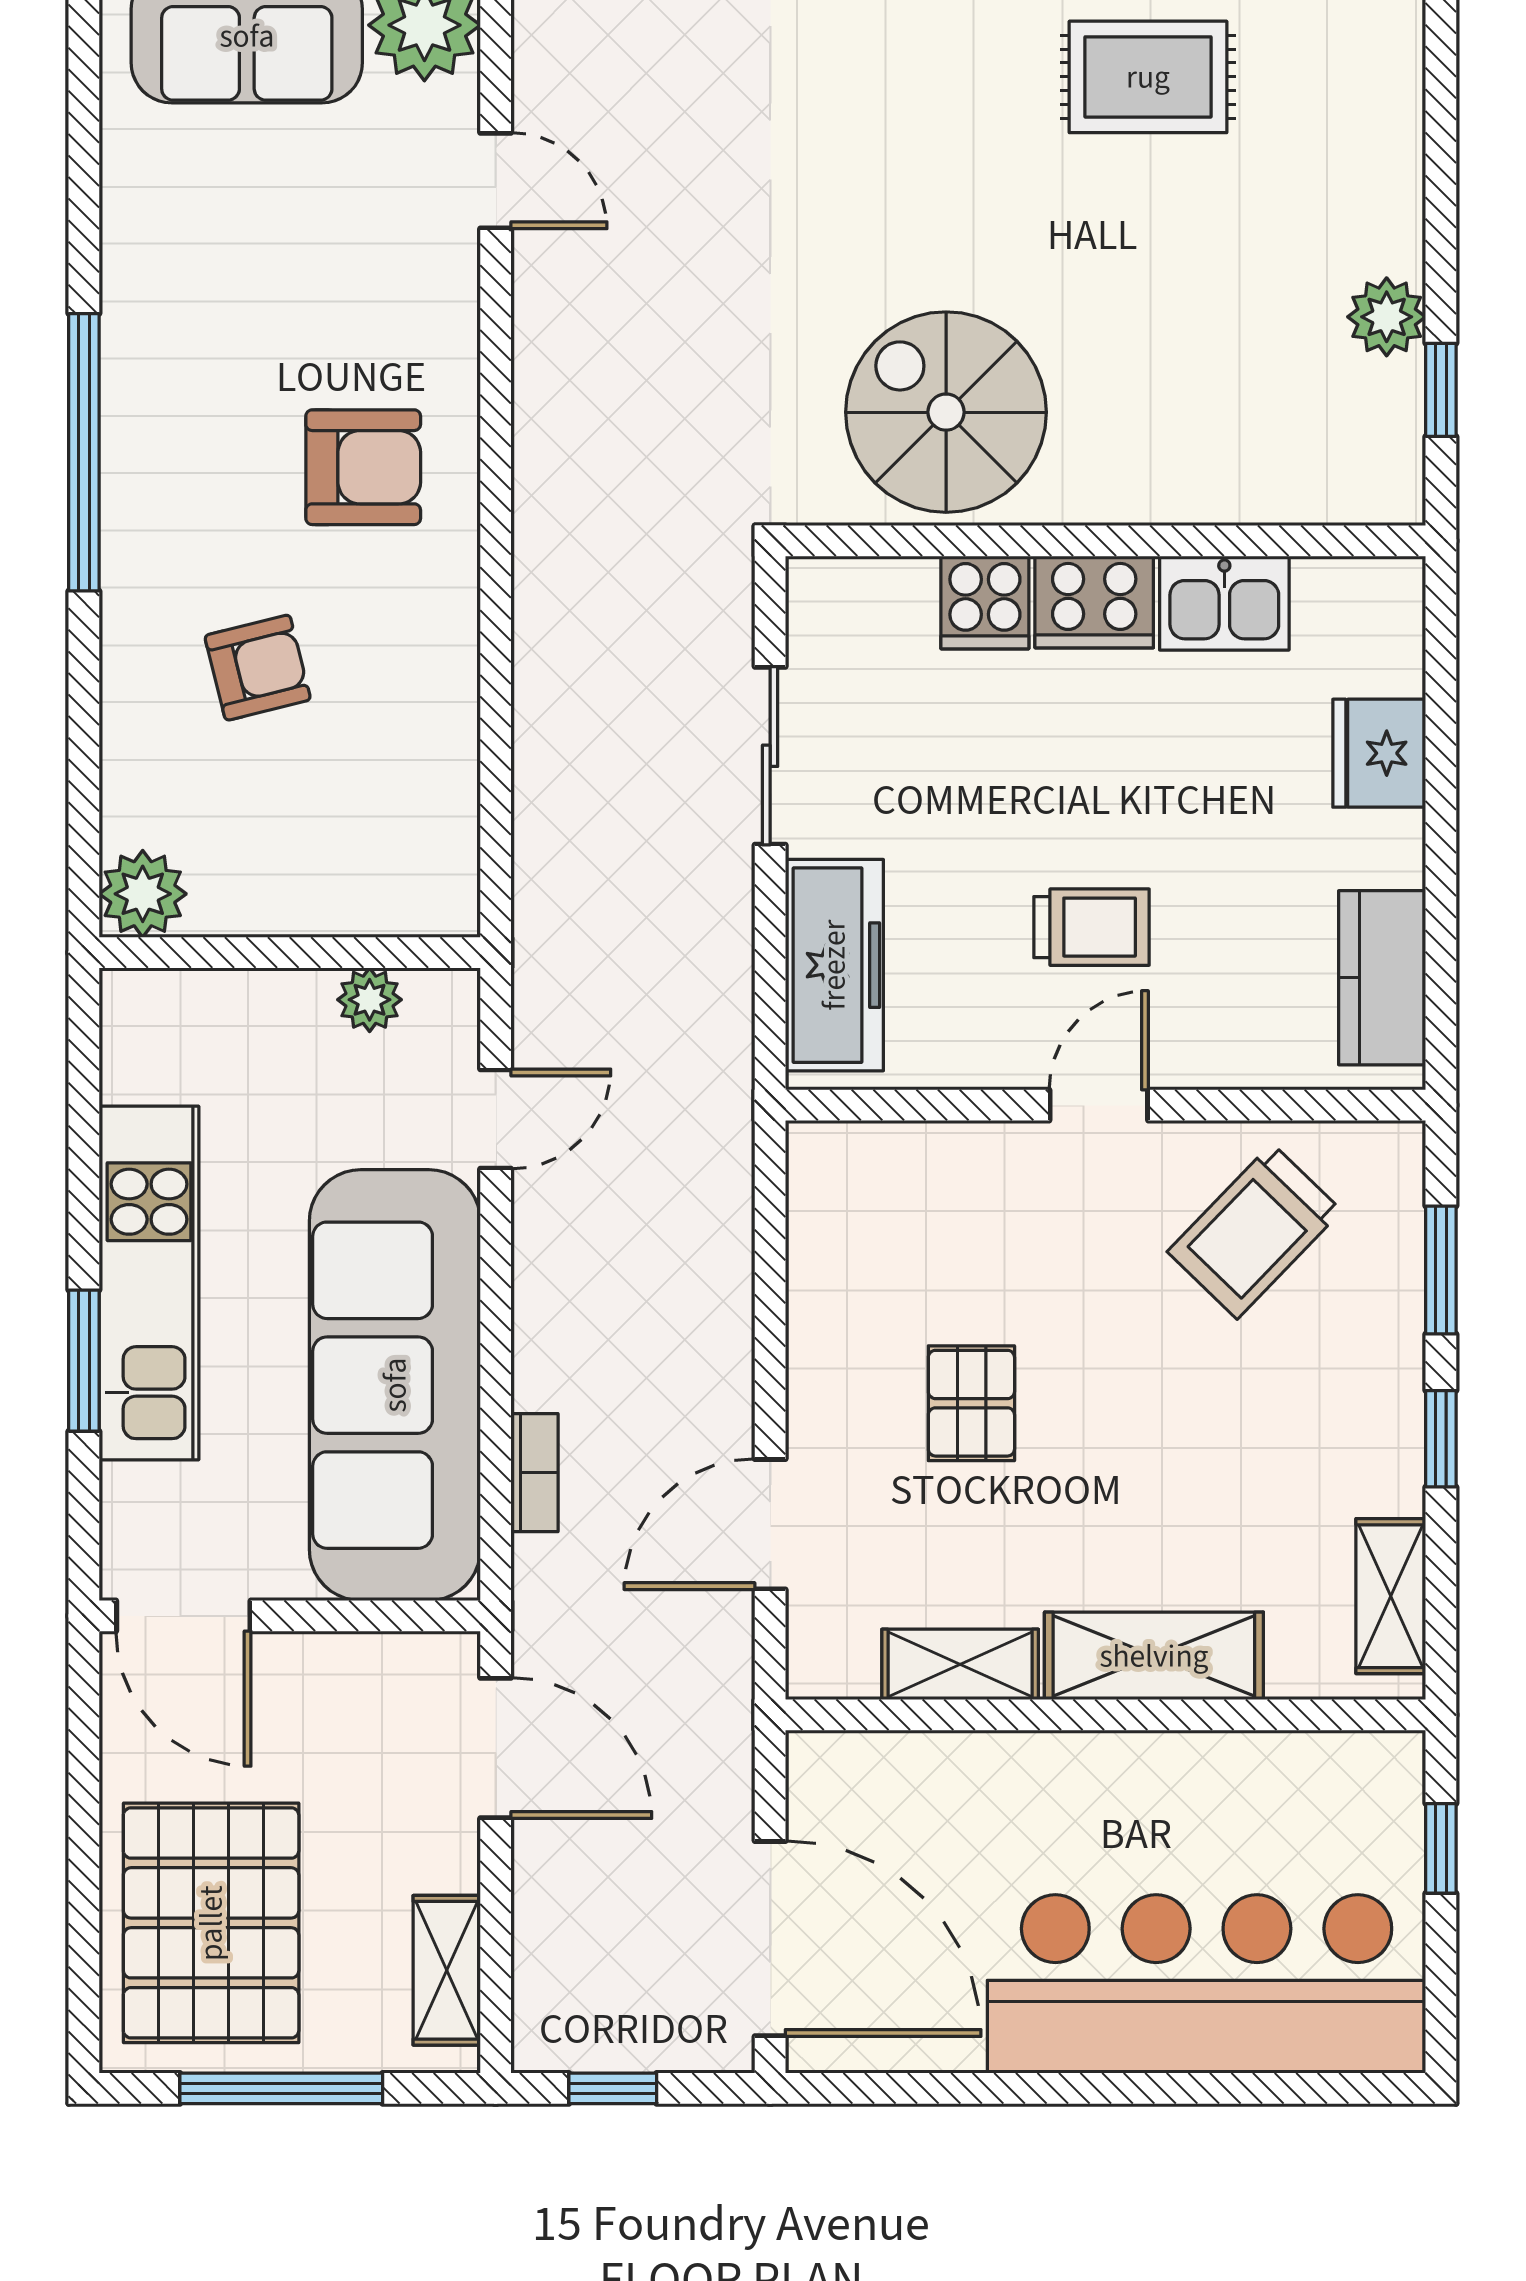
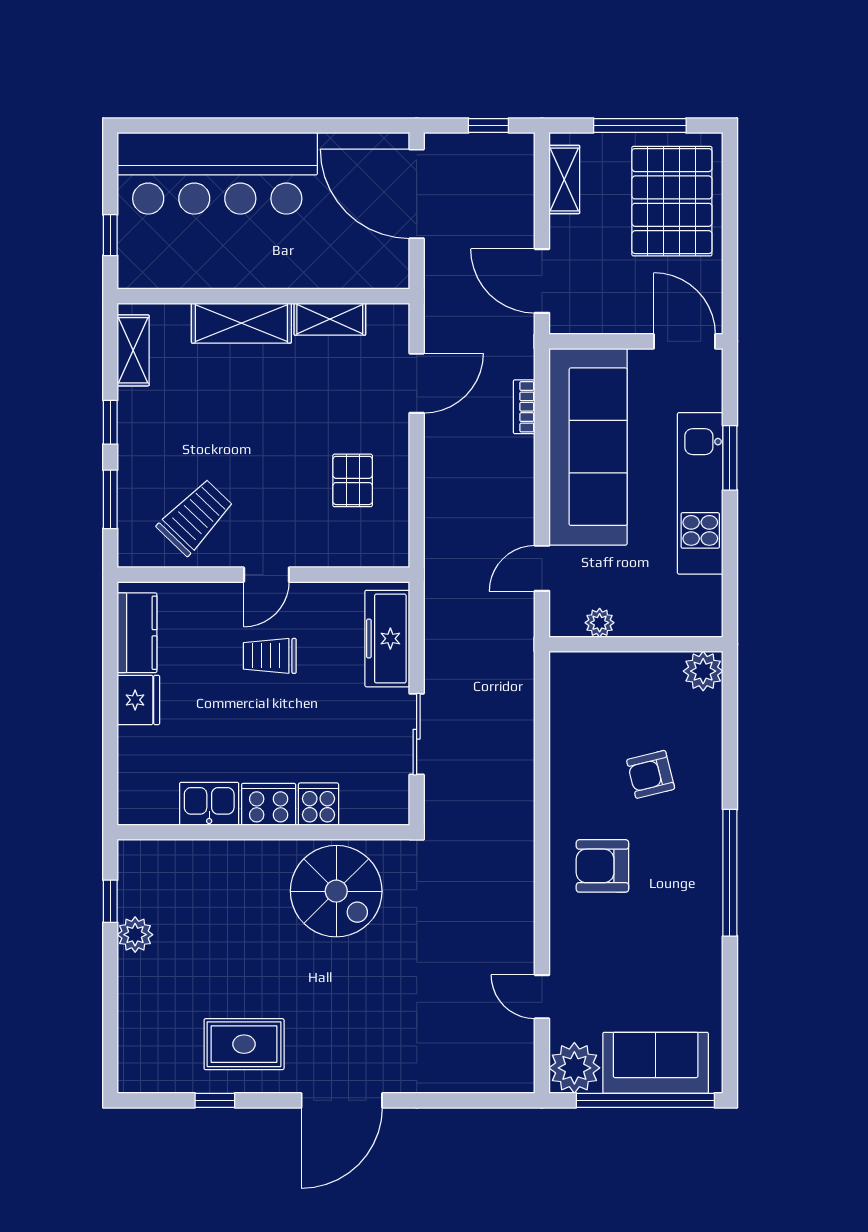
fridge: (1379, 753) -> (138, 700), moved
pallet: (971, 1403) -> (353, 480), moved

